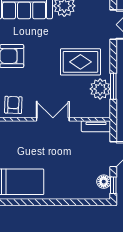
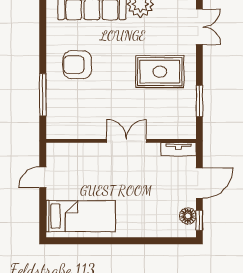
plant: (100, 89) -> (184, 104), removed
armchair: (13, 105) -> (79, 123), removed

